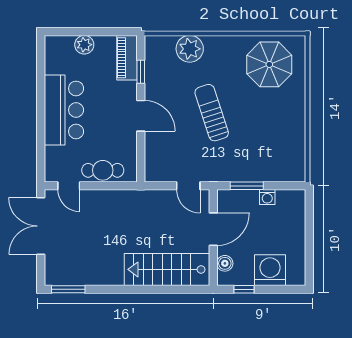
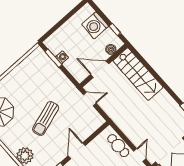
door: (188, 186) -> (90, 99), hinge flipped
window: (247, 186) -> (53, 58), moved

